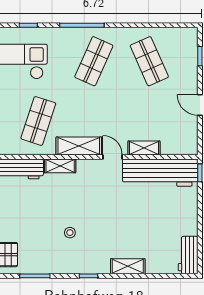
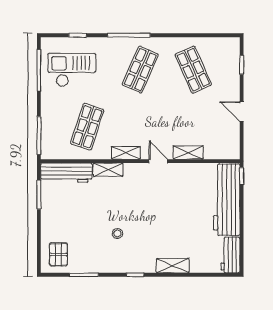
shelving: (79, 146) -> (126, 153), width x0.67, depth x0.75
workbench: (160, 173) -> (227, 200), moved, turned 90

